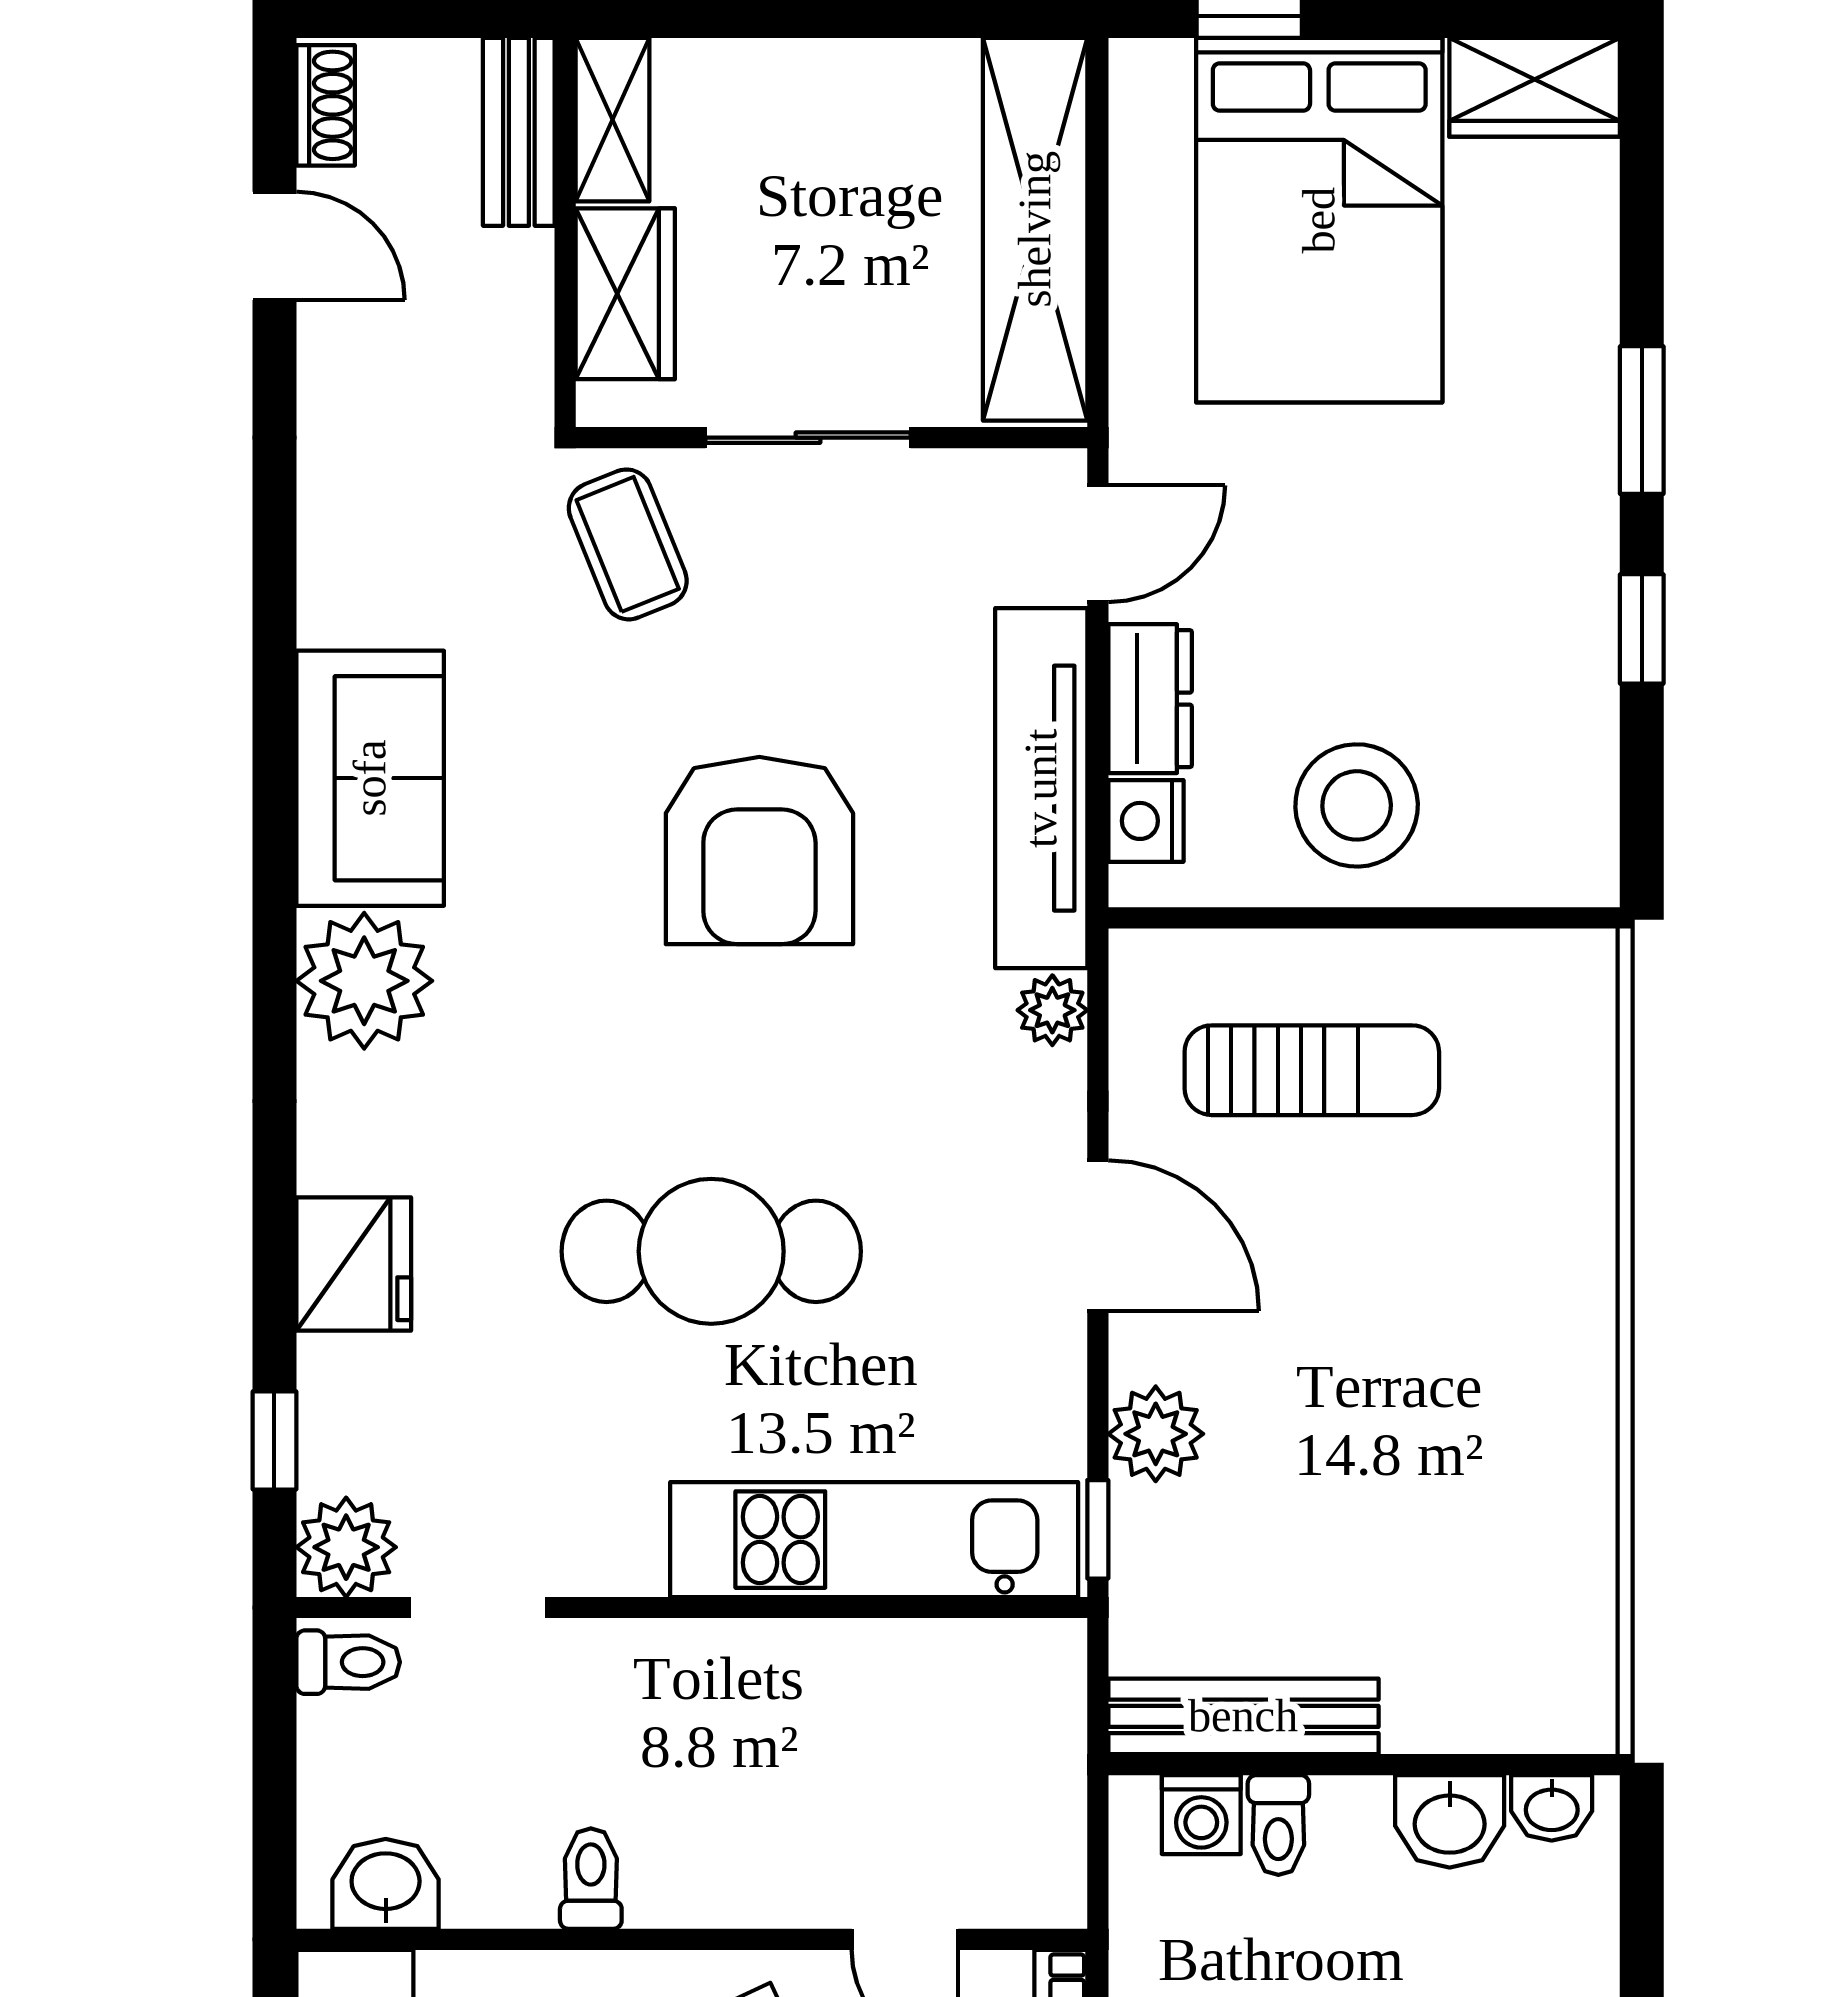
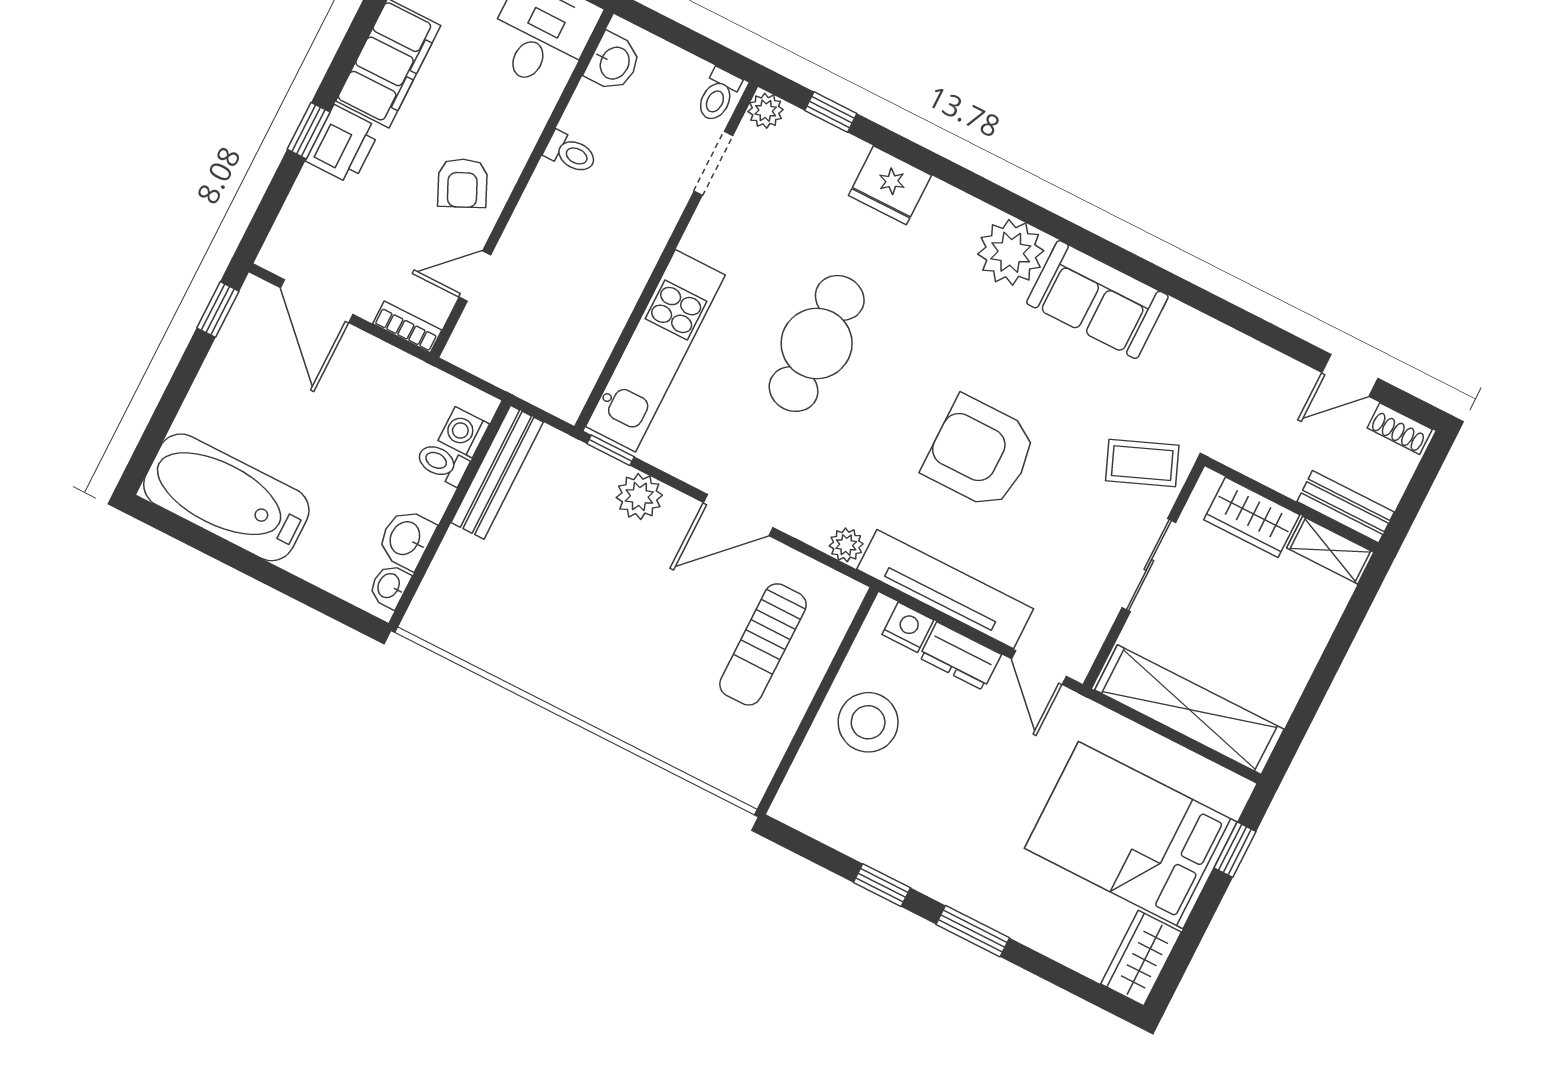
plant: (346, 1547) -> (766, 111), width x0.73, depth x0.73

